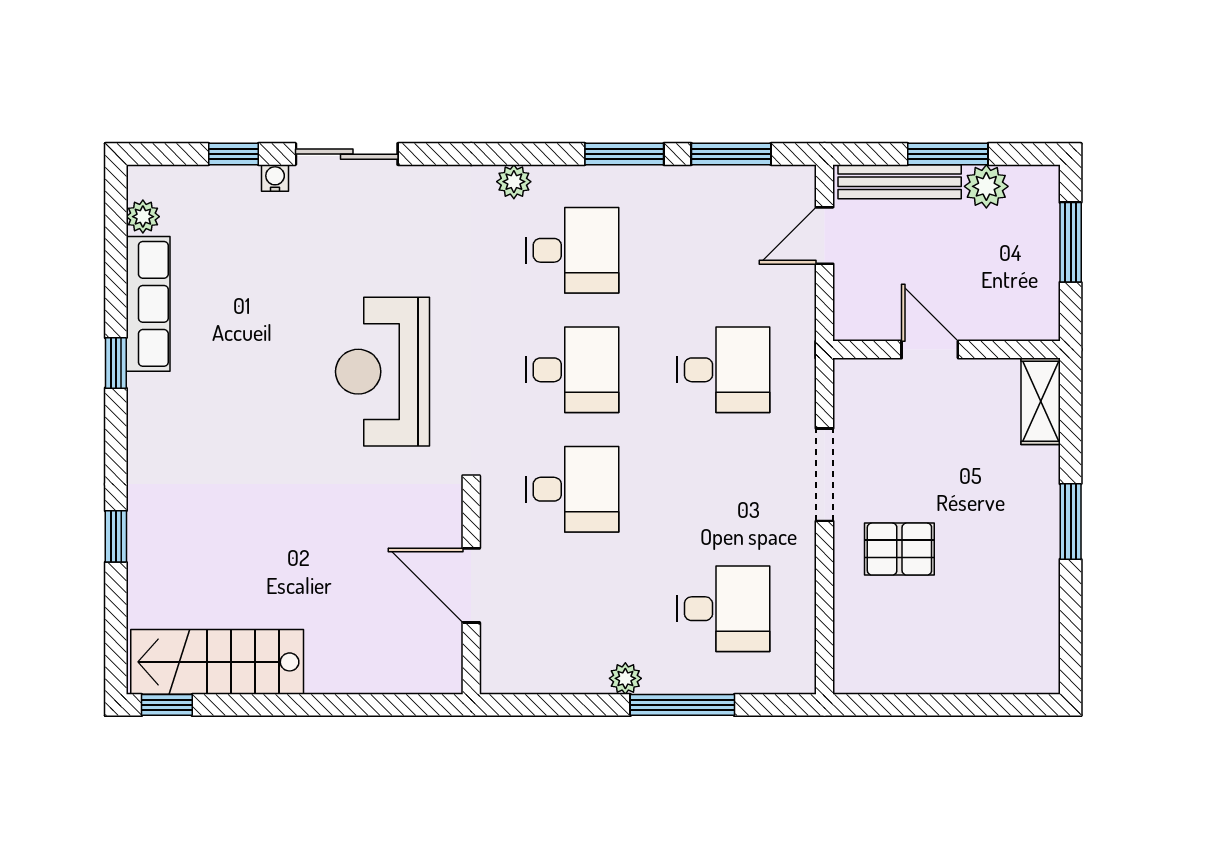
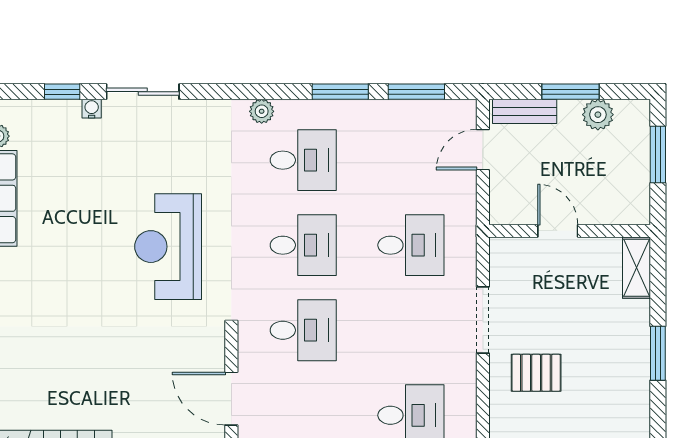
bench: (900, 182) -> (525, 111), width x0.73

